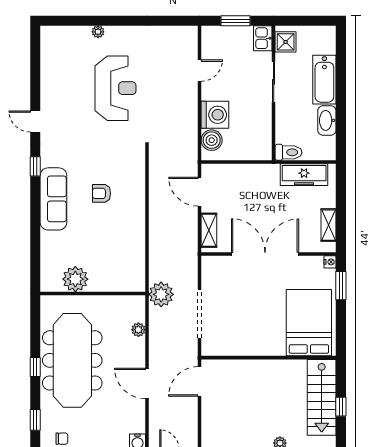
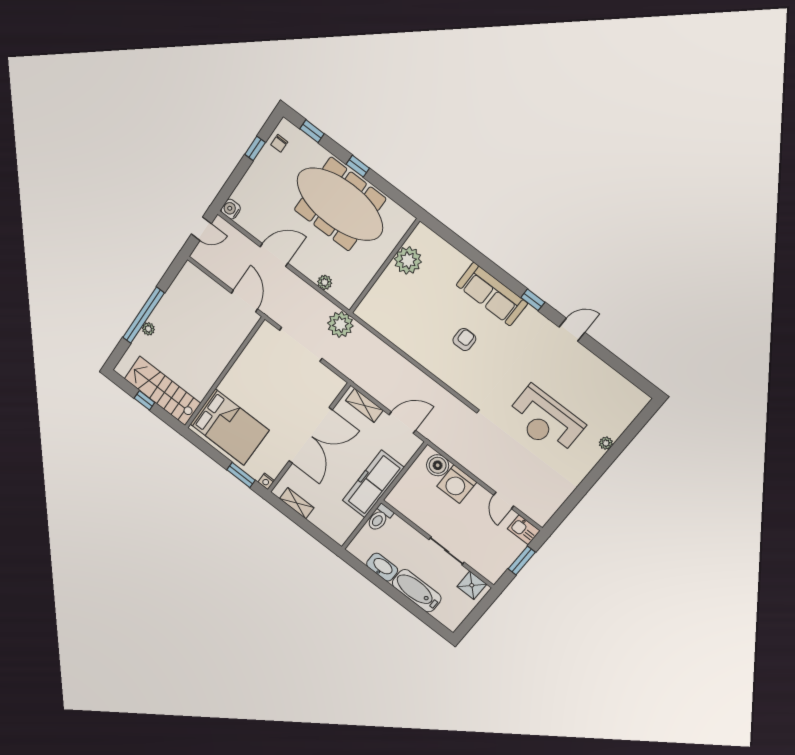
kitchen sink: (263, 38) -> (524, 530), moved, turned 180
freezer: (304, 175) -> (373, 484), moved, width x1.36, depth x1.26

